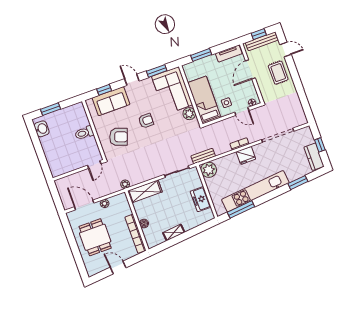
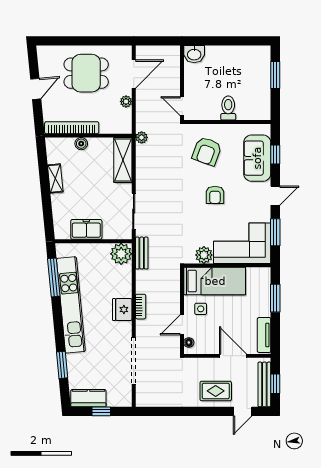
washbasin: (42, 129) -> (194, 54), moved

